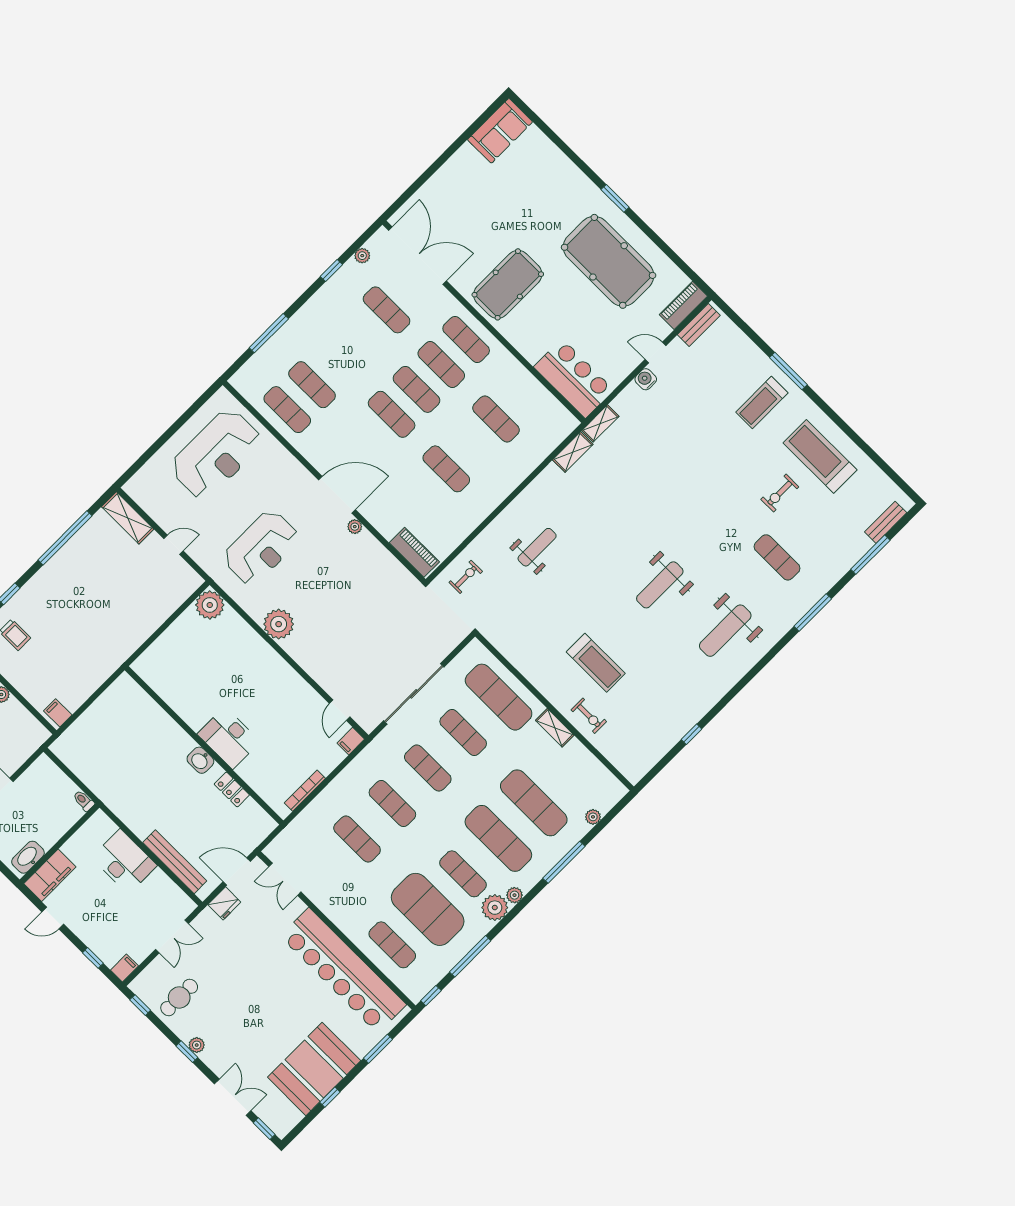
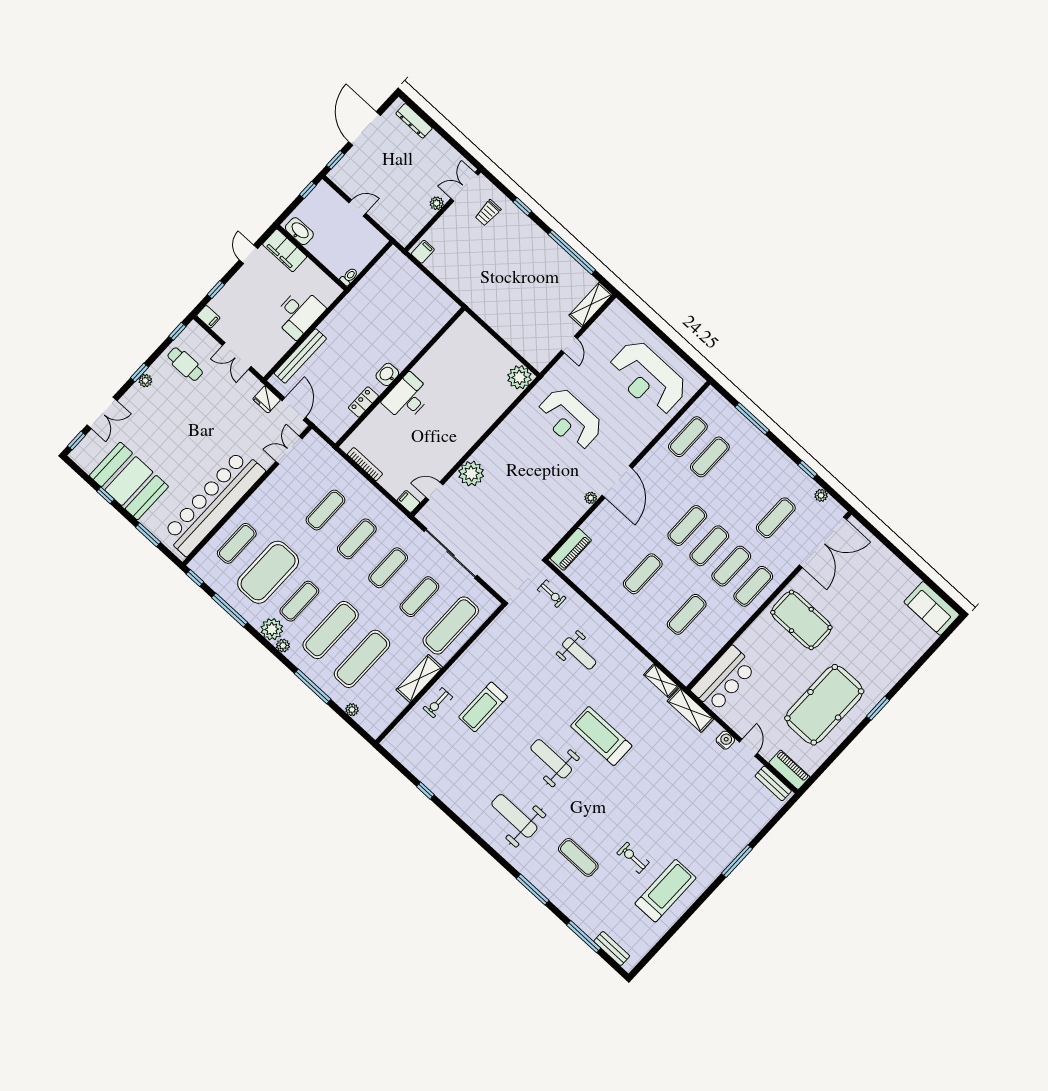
treadmill: (762, 402) -> (601, 736), moved, width x1.37, depth x1.38
shelving: (600, 423) -> (690, 710), width x1.50, depth x1.33
exercise mat: (777, 557) -> (578, 857), turned 90
plant: (279, 624) -> (471, 474), moved
shelving: (555, 728) -> (419, 679), width x1.50, depth x1.33

